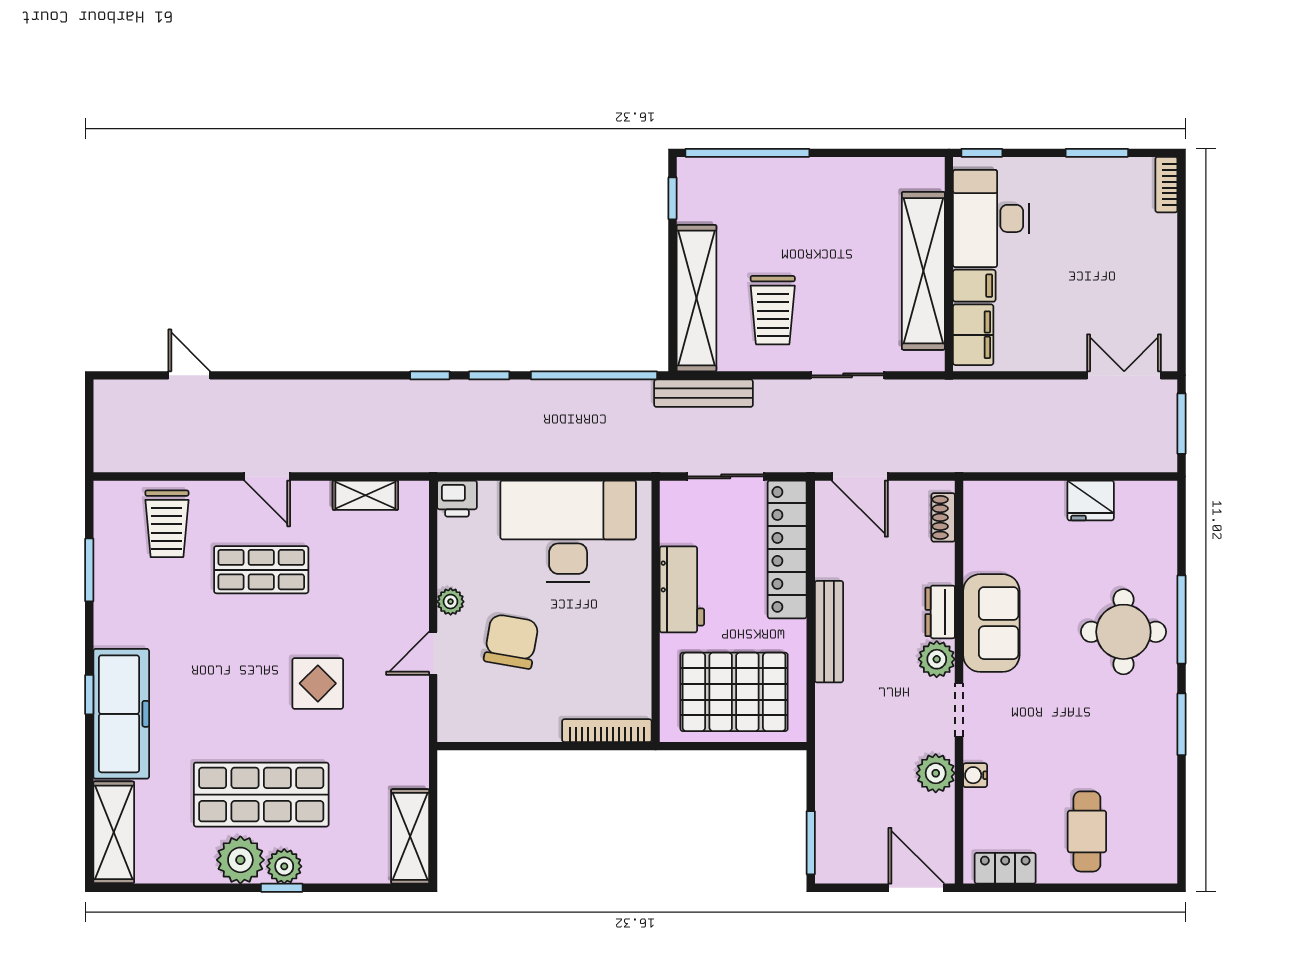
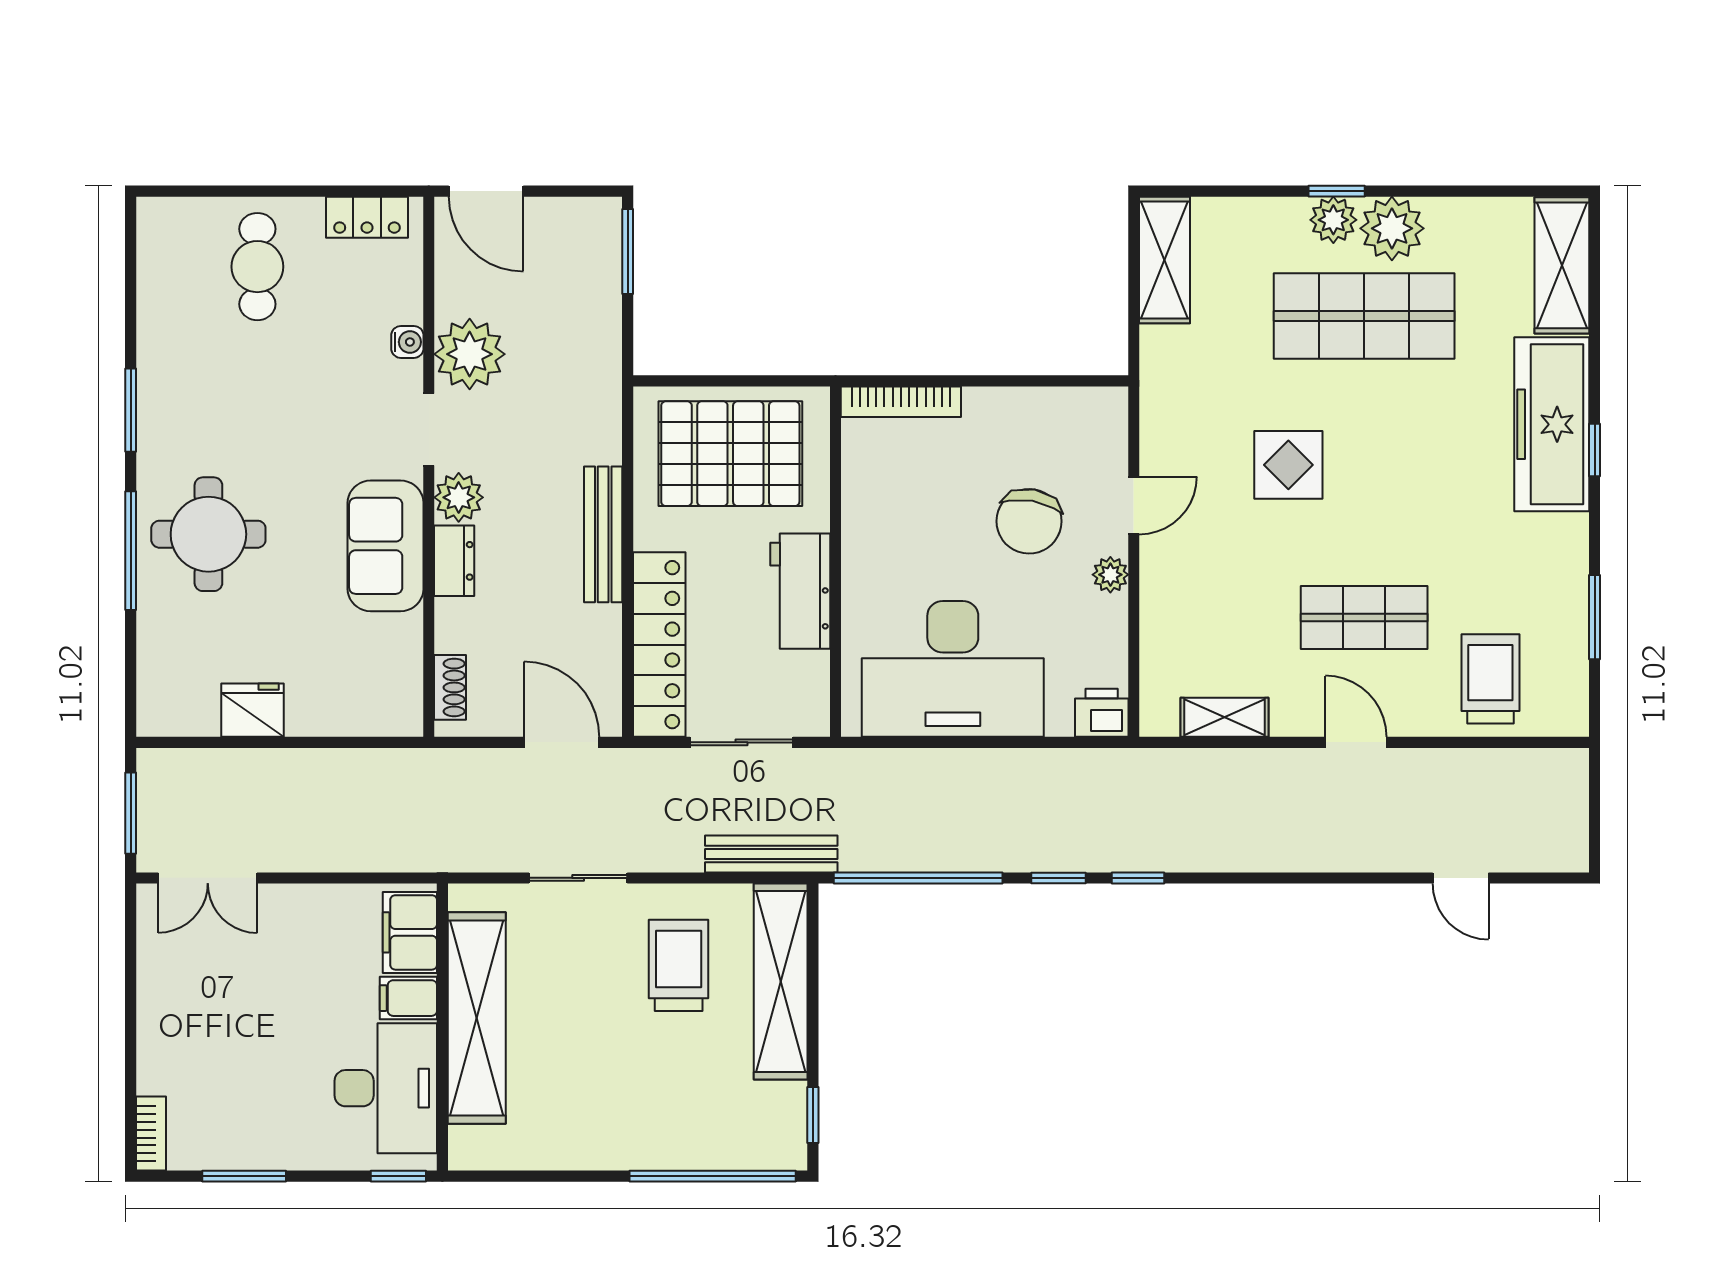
plant: (936, 773) -> (470, 354), width x1.36, depth x1.36

